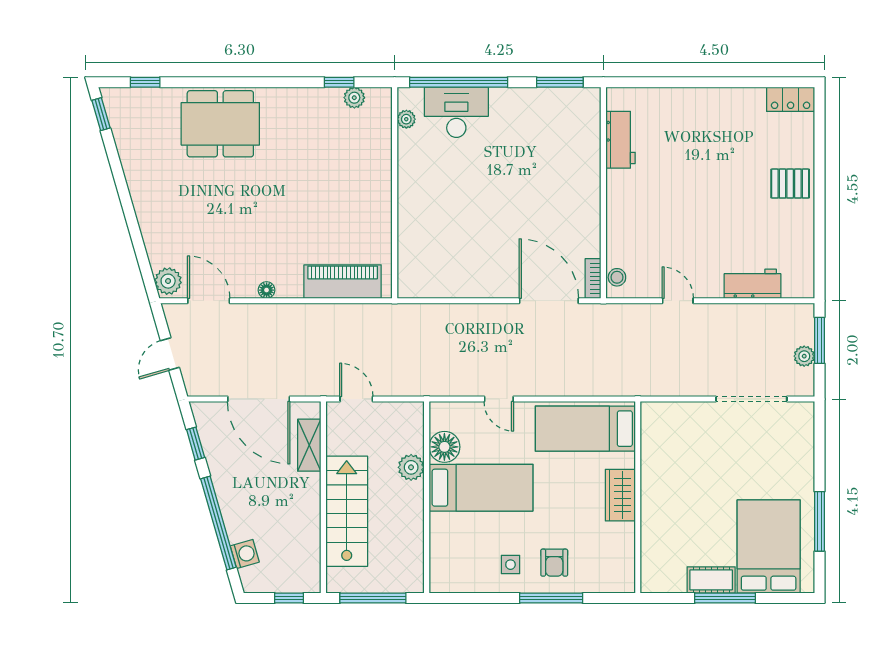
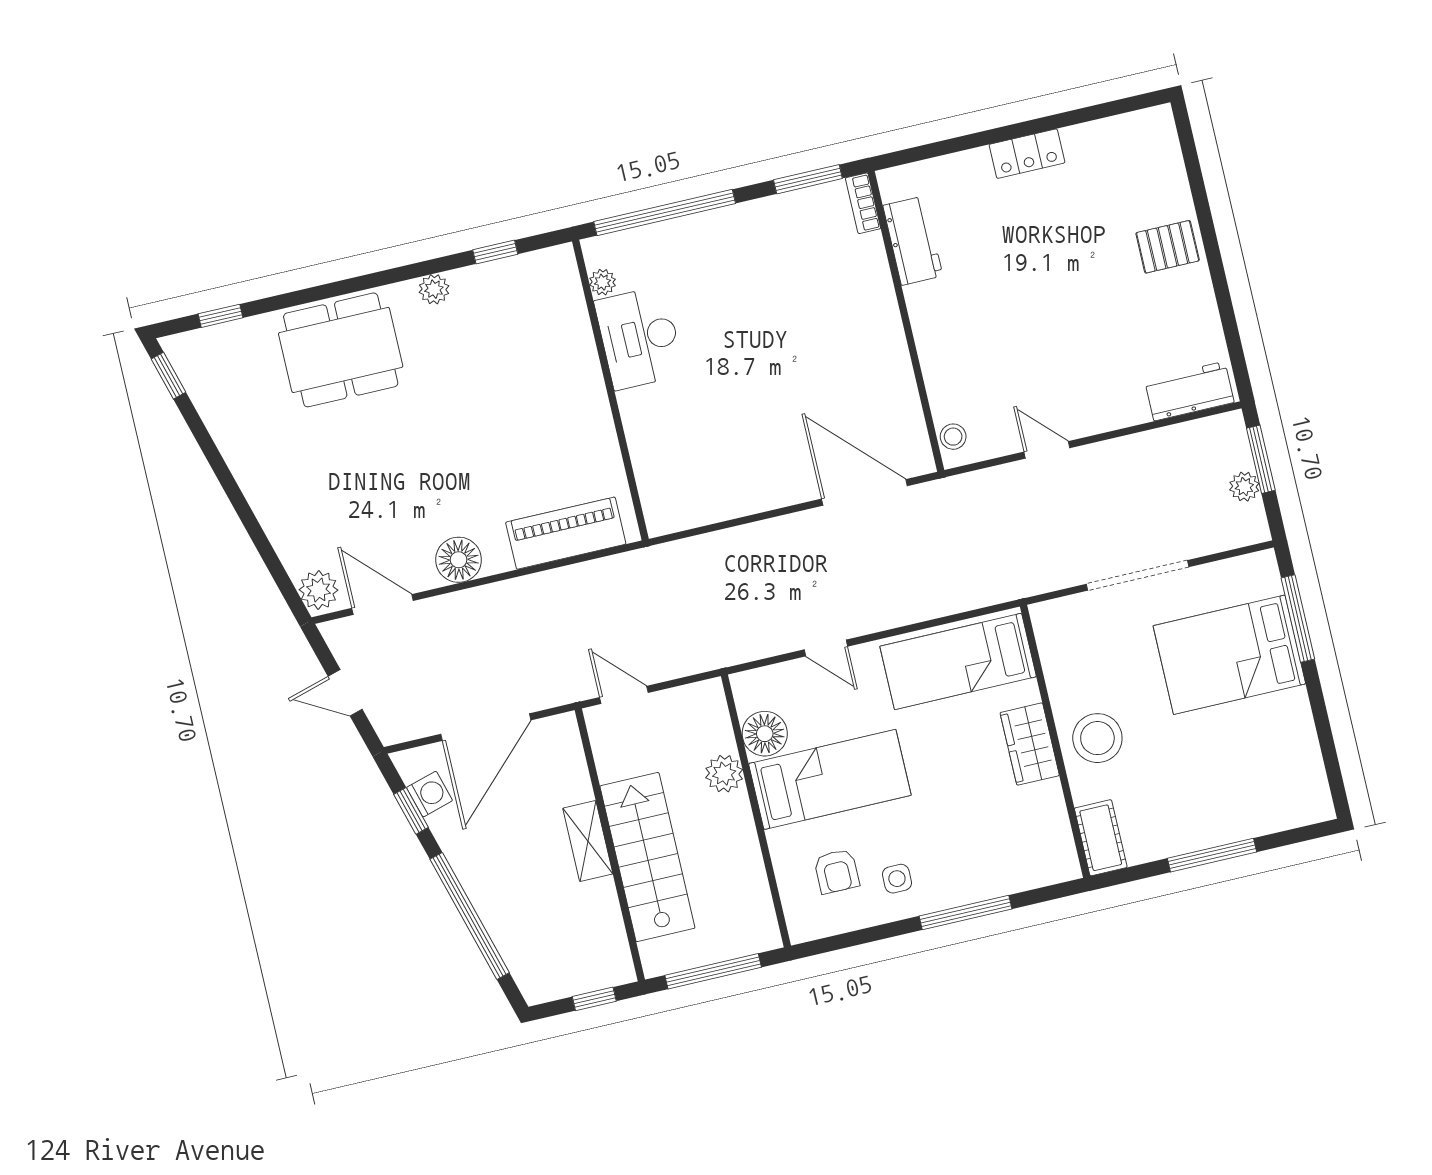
plant: (354, 98) -> (434, 289), moved
locker: (791, 99) -> (1027, 154), moved
desk: (456, 112) -> (639, 338), moved, turned -90
bookcase: (593, 279) -> (863, 203), moved
workbench: (753, 284) -> (1189, 391), moved
floor lamp: (267, 290) -> (459, 560), width x1.89, depth x1.89
door: (170, 354) -> (345, 693), hinge flipped
door: (259, 399) -> (486, 727), hinge flipped
doorway: (751, 399) -> (1137, 575), moved
shelving: (309, 445) -> (588, 841), moved
stool: (667, 502) -> (1097, 738), added
window: (819, 521) -> (1298, 619), moved
bed: (769, 546) -> (1229, 655), moved, turned -90
washing machine: (245, 554) -> (429, 794), moved
armchair: (554, 563) -> (837, 871), moved
cot: (711, 580) -> (1101, 838), moved, turned 90

